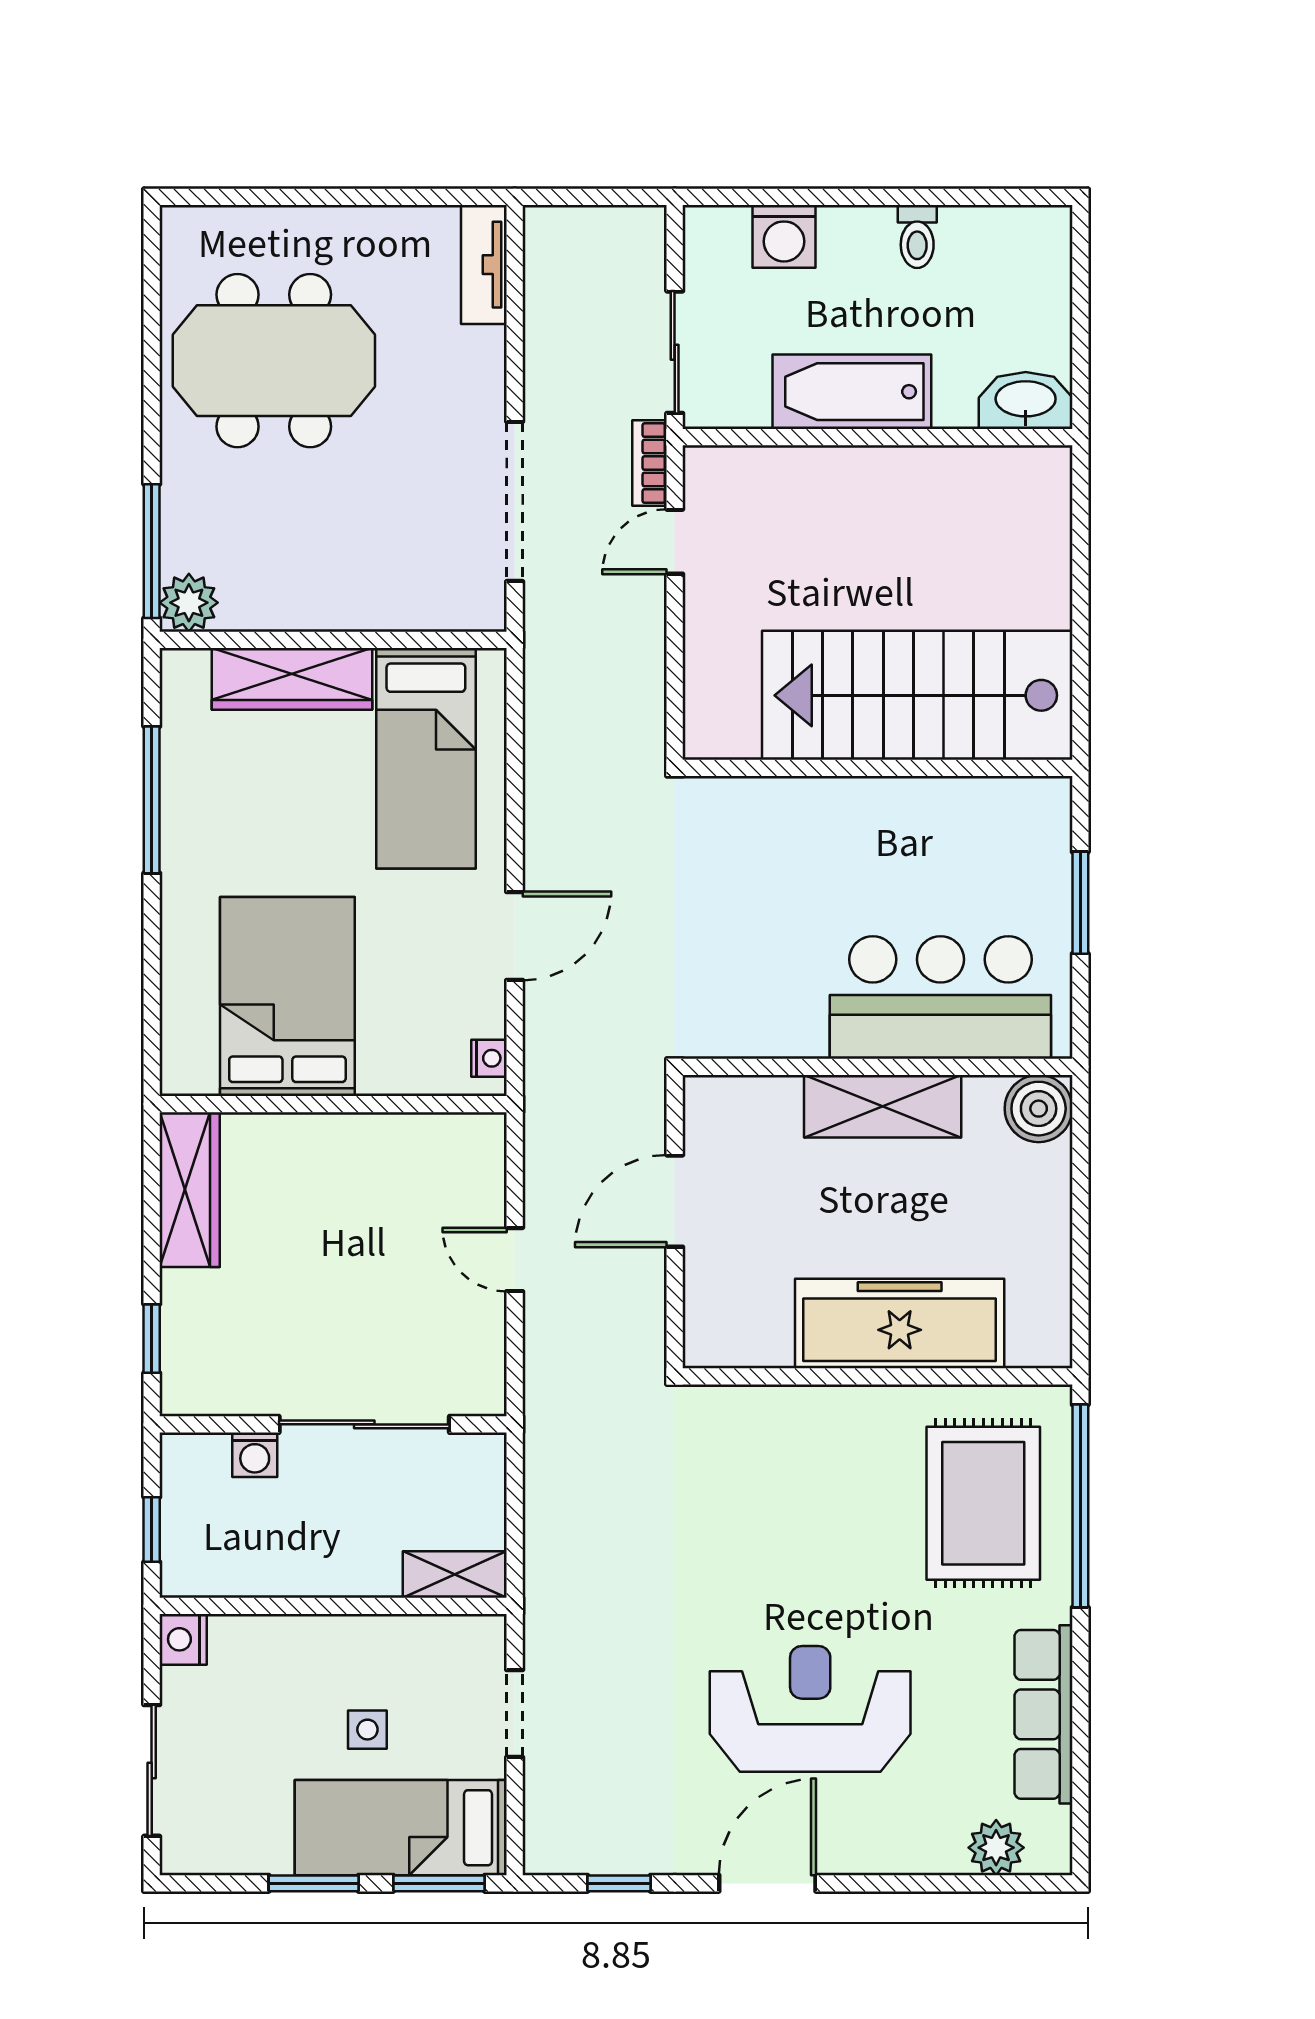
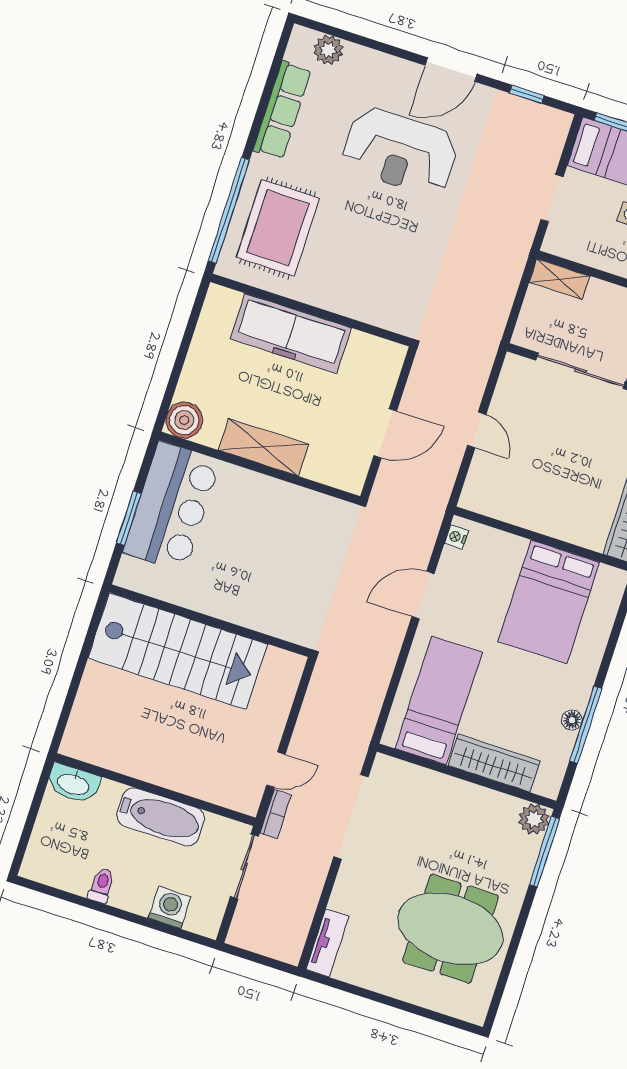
floor lamp: (179, 800) -> (572, 720), added
bar counter: (940, 997) -> (172, 506), moved, turned -90

